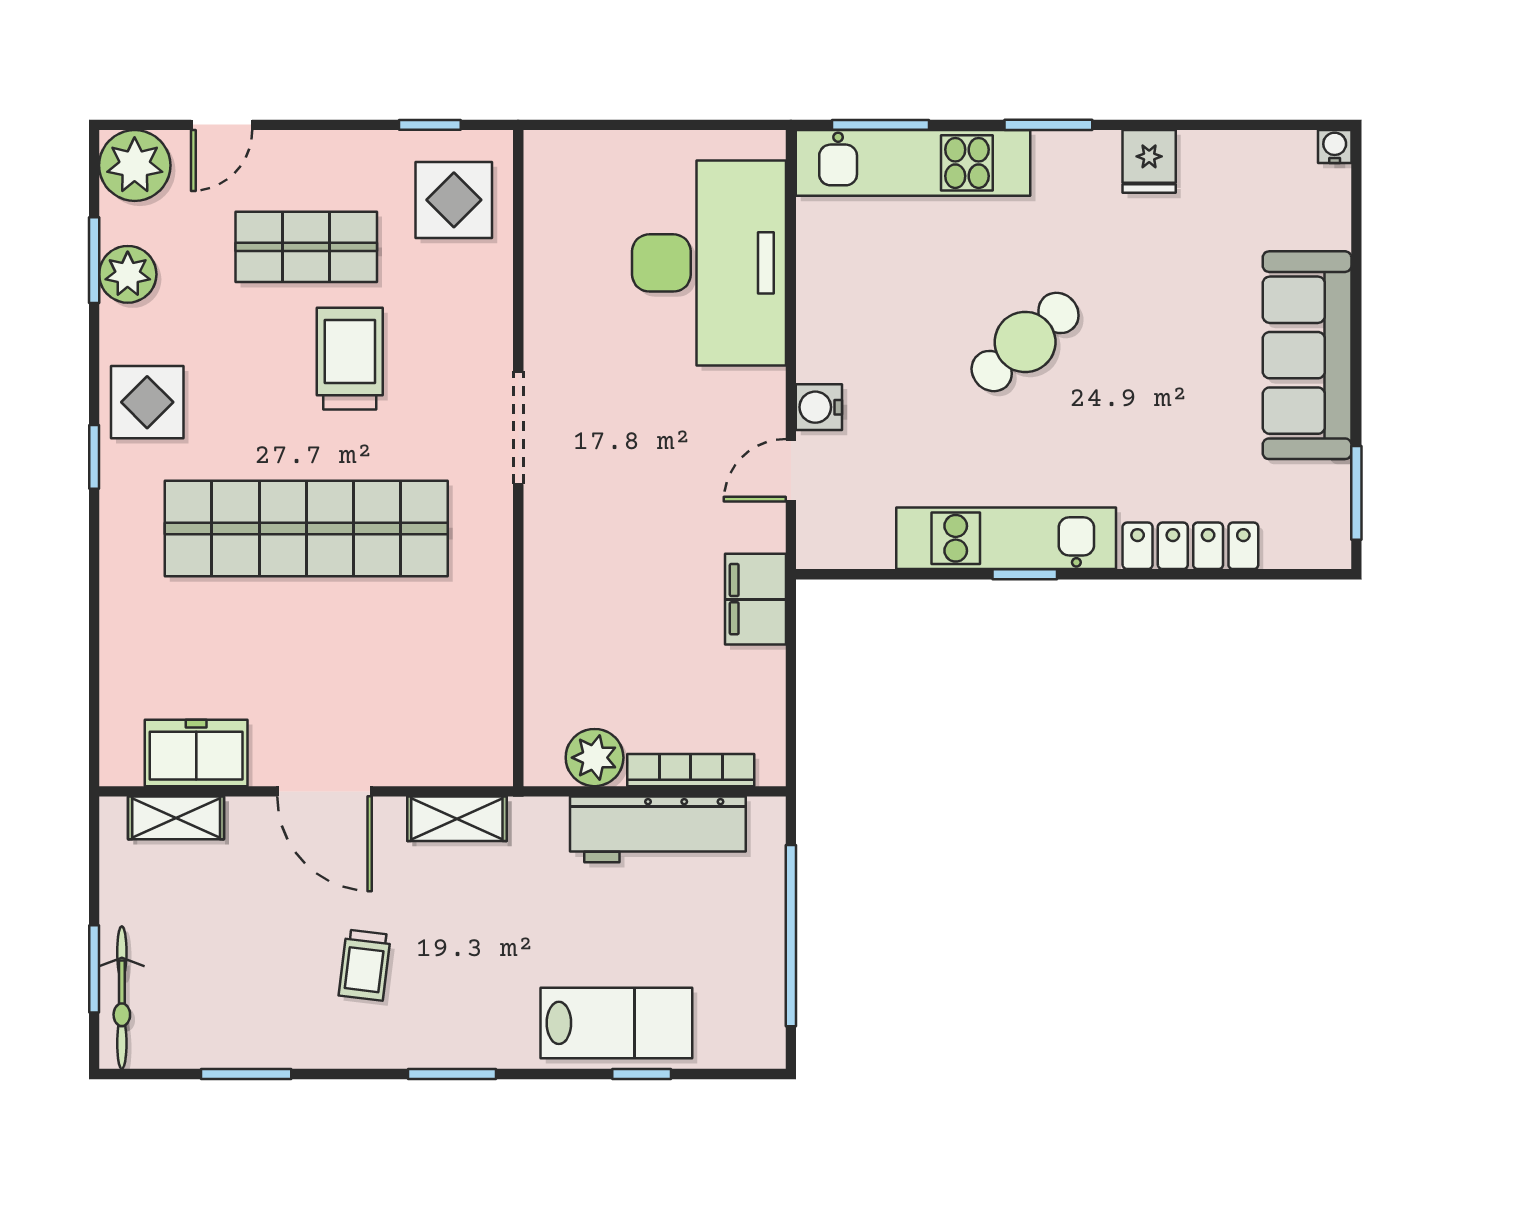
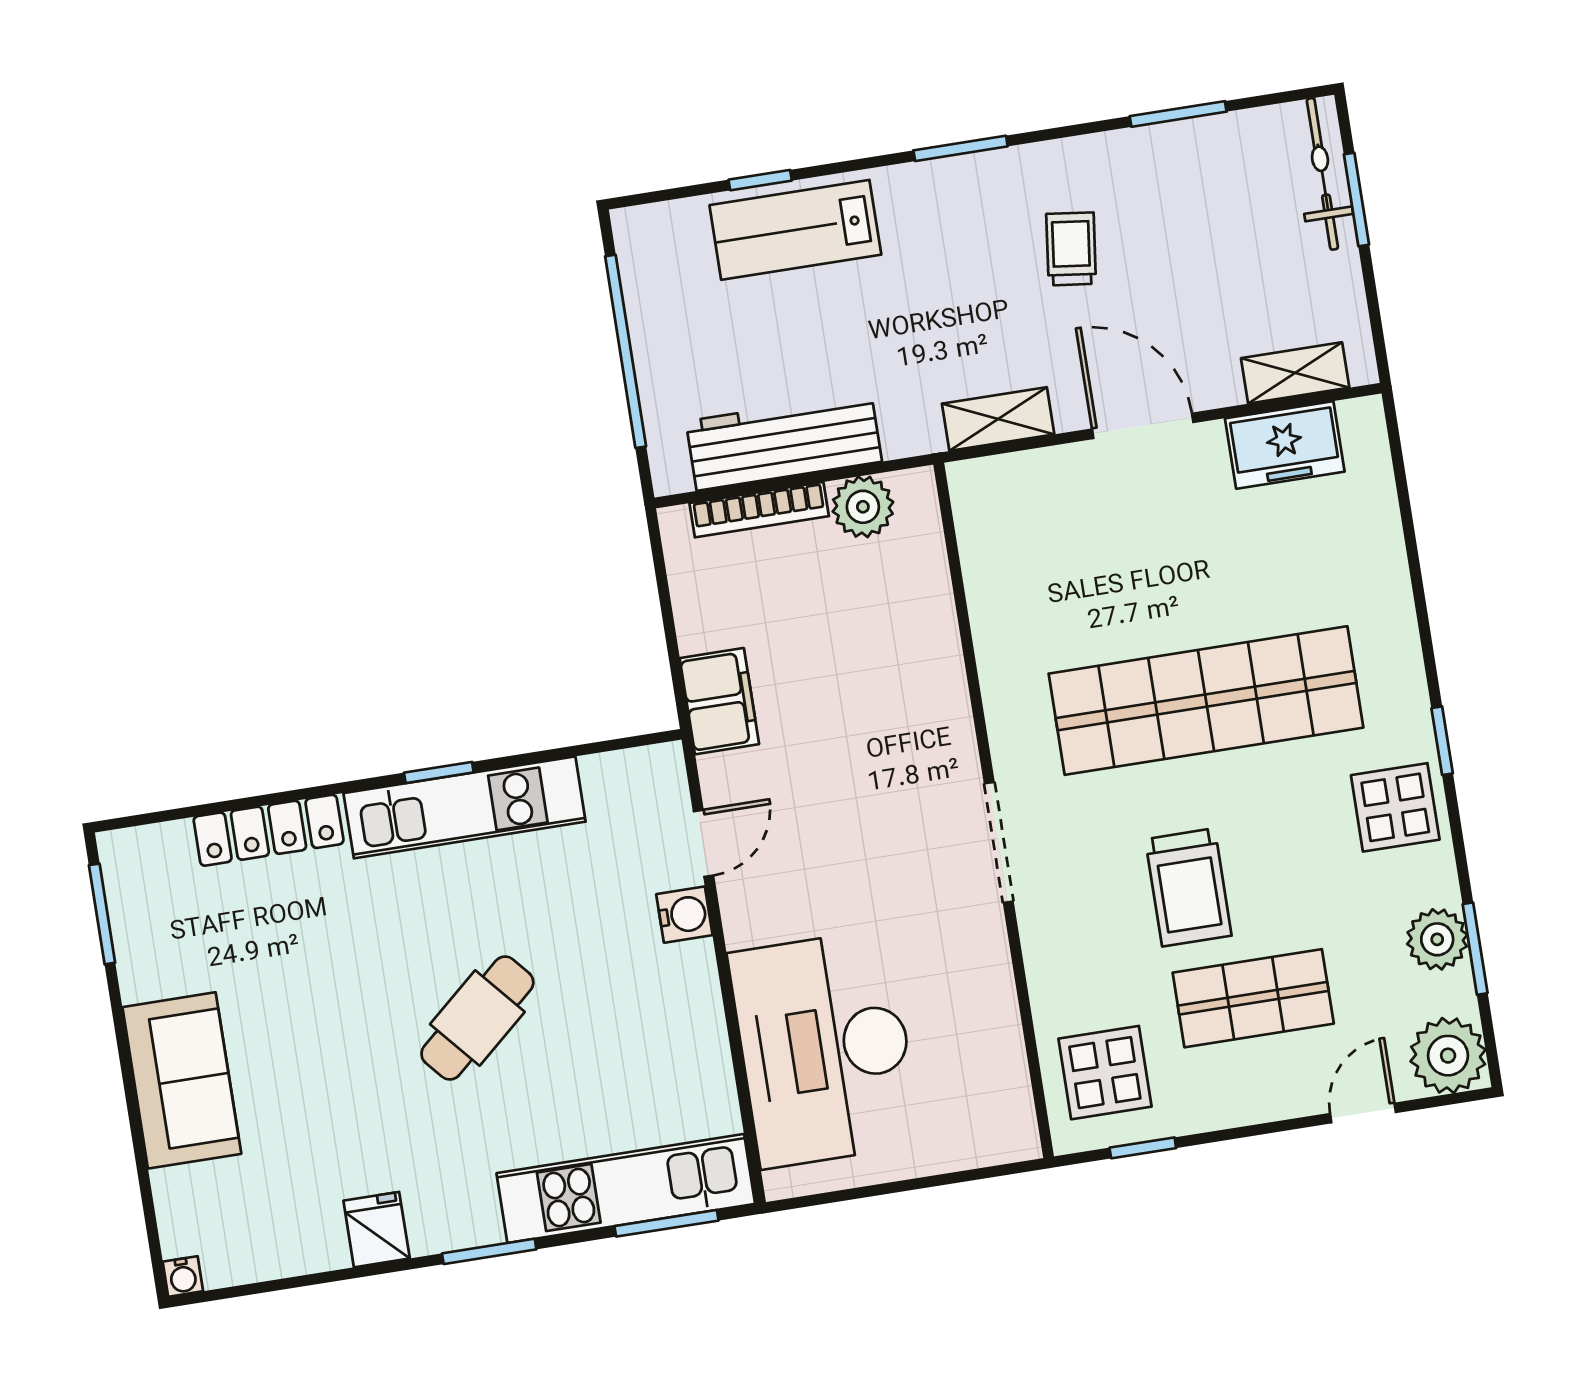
sofa: (1307, 355) -> (182, 1080), width x0.73

